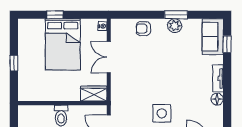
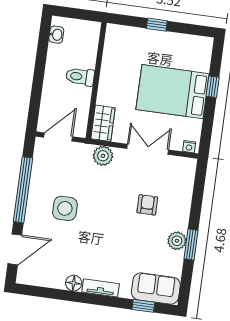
armchair: (143, 29) -> (147, 205), moved
plant: (118, 90) -> (103, 156), added

